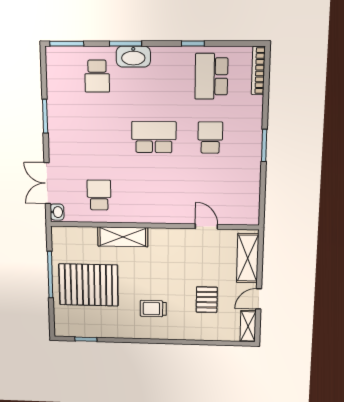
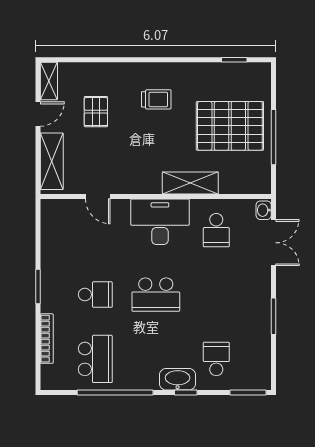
window: (193, 43) -> (115, 393), width x3.17
window: (125, 44) -> (186, 393), width x0.67
bookcase: (258, 71) -> (47, 339), moved
school desk: (210, 138) -> (95, 295), turned -90
desk: (150, 203) -> (160, 222), added

